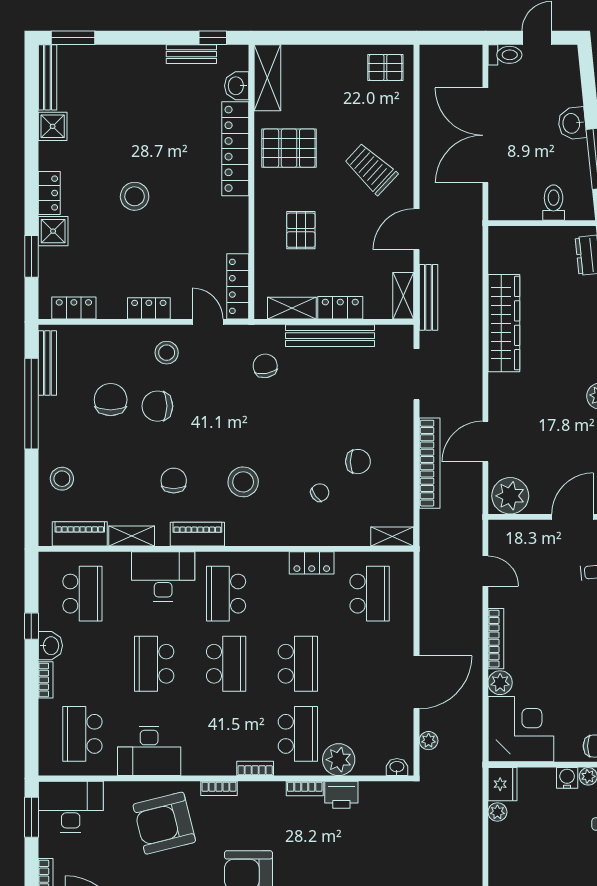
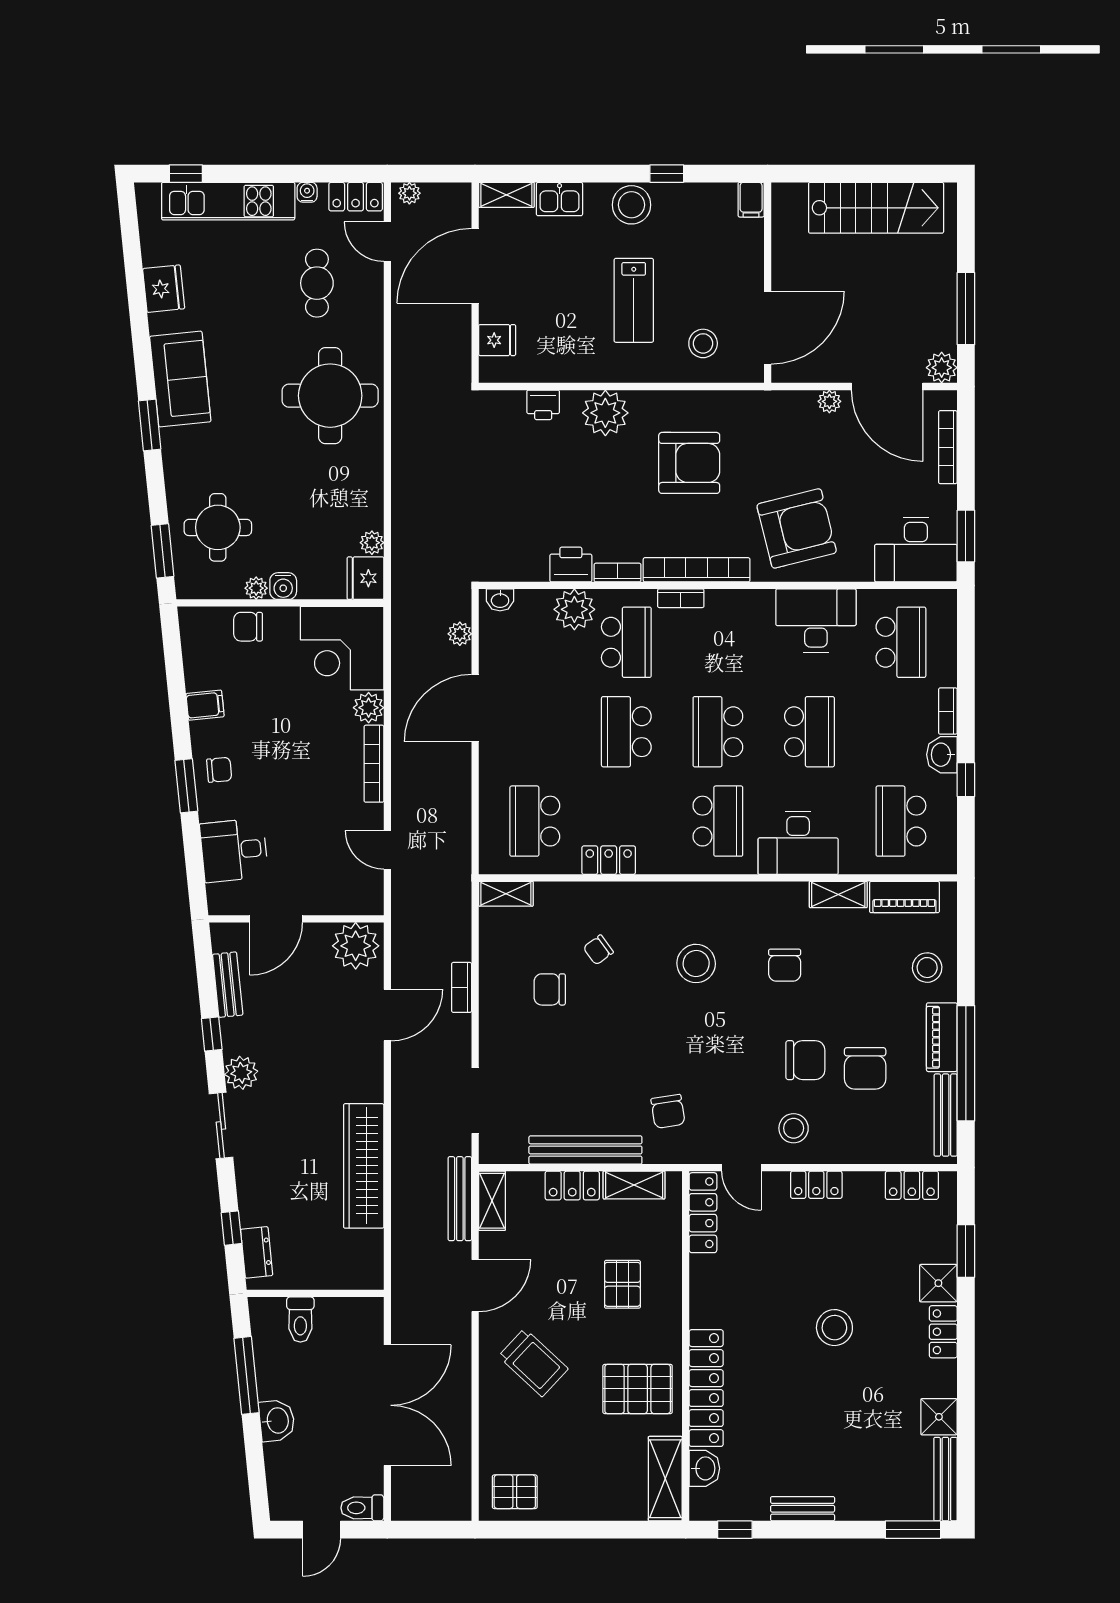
bench: (191, 54) -> (803, 1509), moved
bookcase: (430, 463) -> (462, 987), width x0.43, depth x0.76
piano: (197, 534) -> (942, 1037), moved, turned 90
school desk: (298, 734) -> (626, 642), turned 180
bookcase: (219, 788) -> (697, 570), width x2.31, depth x1.31

